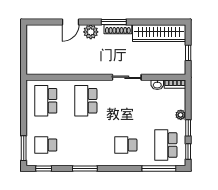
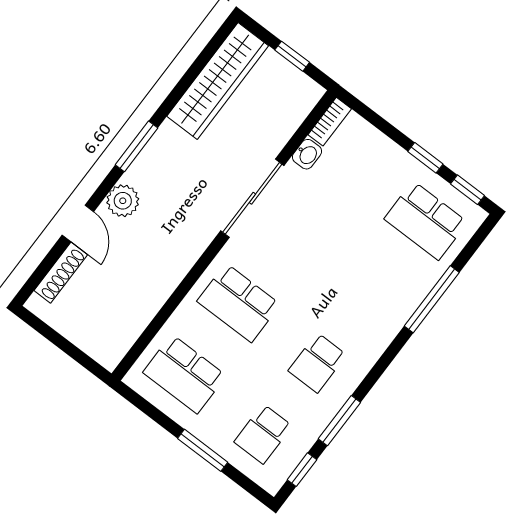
shoe rack: (118, 29) -> (61, 273), moved
sliding door: (127, 77) -> (252, 198), width x1.37
plant: (181, 115) -> (392, 153), removed
school desk: (126, 145) -> (317, 363), moved
window: (24, 148) -> (203, 450), moved
window: (85, 169) -> (339, 421), moved
window: (159, 169) -> (432, 299), moved

